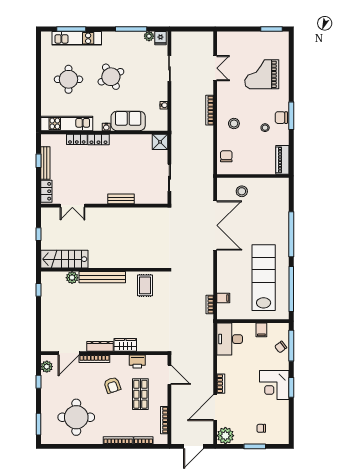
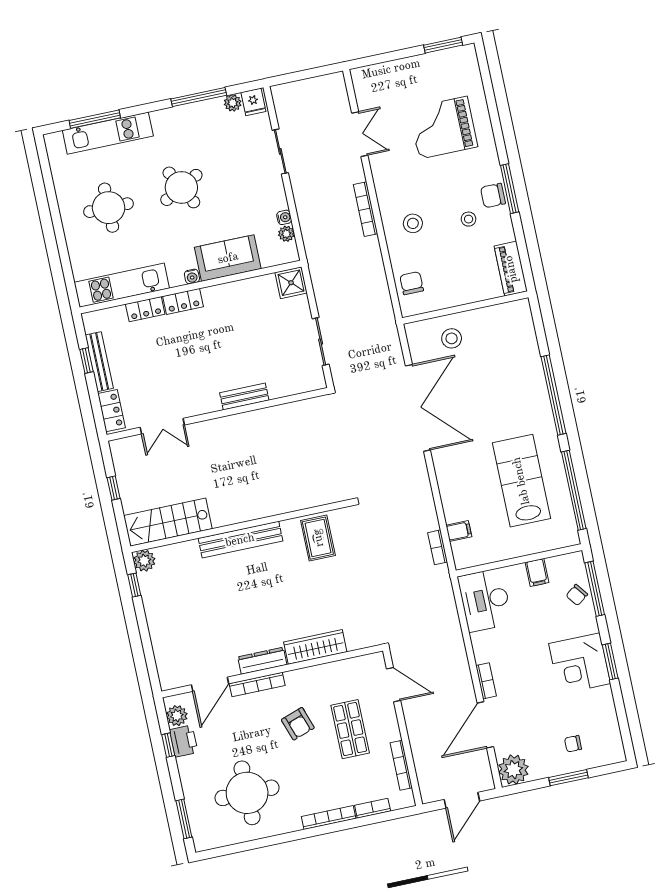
plant: (163, 114) -> (286, 234), added
plant: (72, 278) -> (144, 561), moved
lab bench: (264, 278) -> (521, 481), width x0.73
wardrobe: (125, 345) -> (315, 647), width x1.50
printer: (137, 362) -> (184, 741), moved, turned -90

